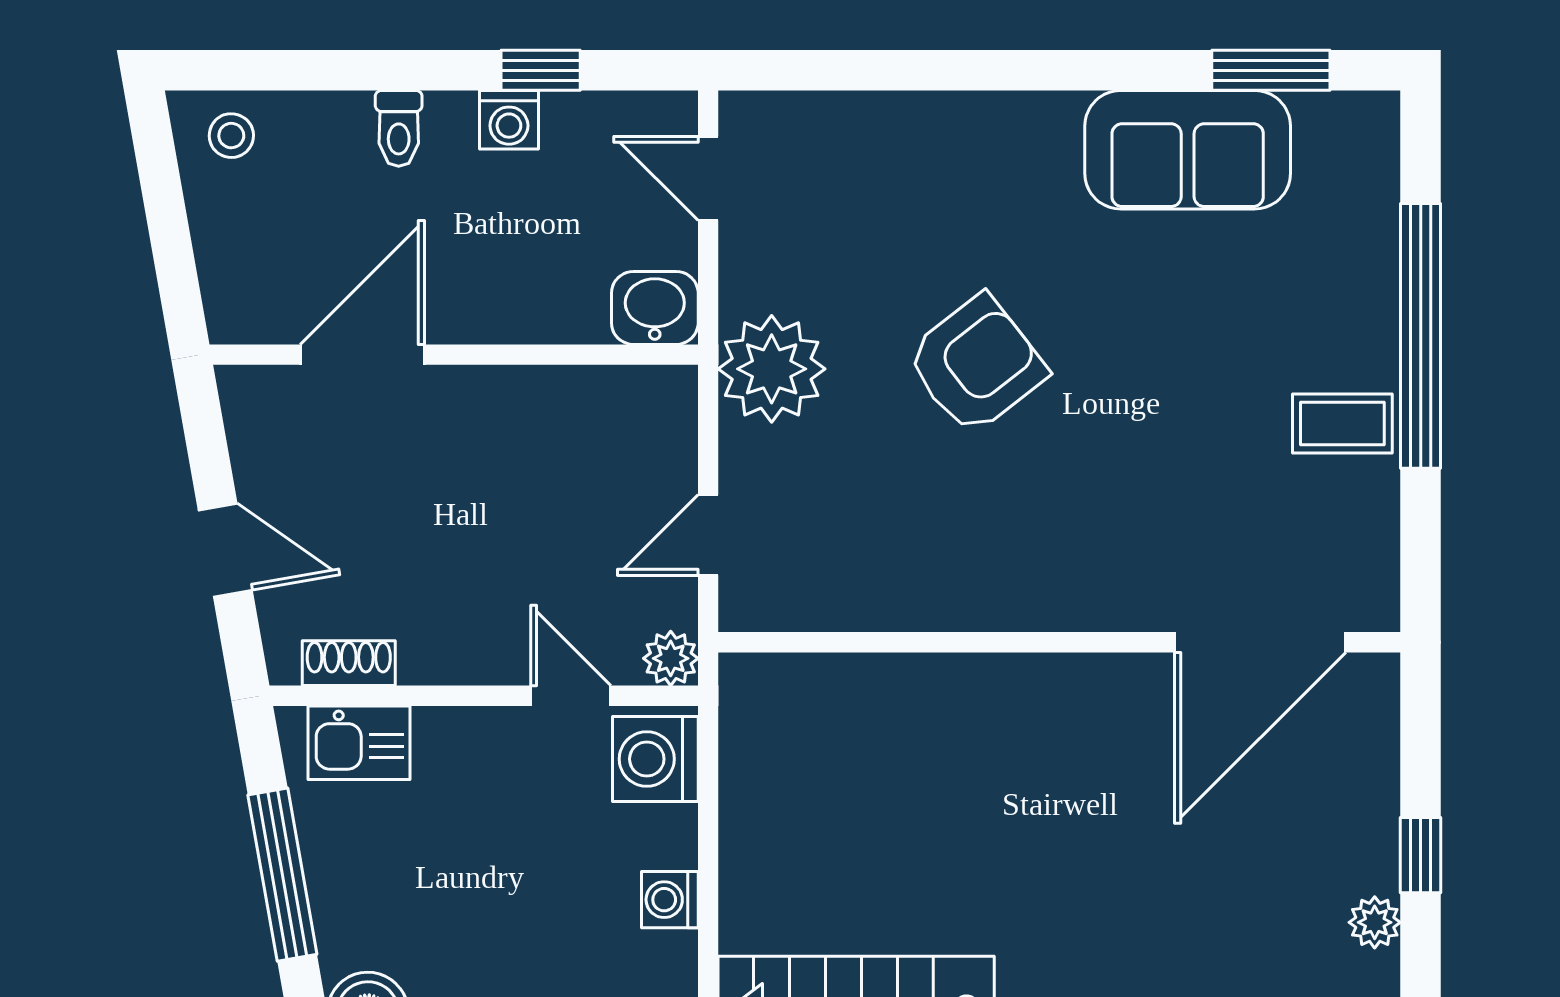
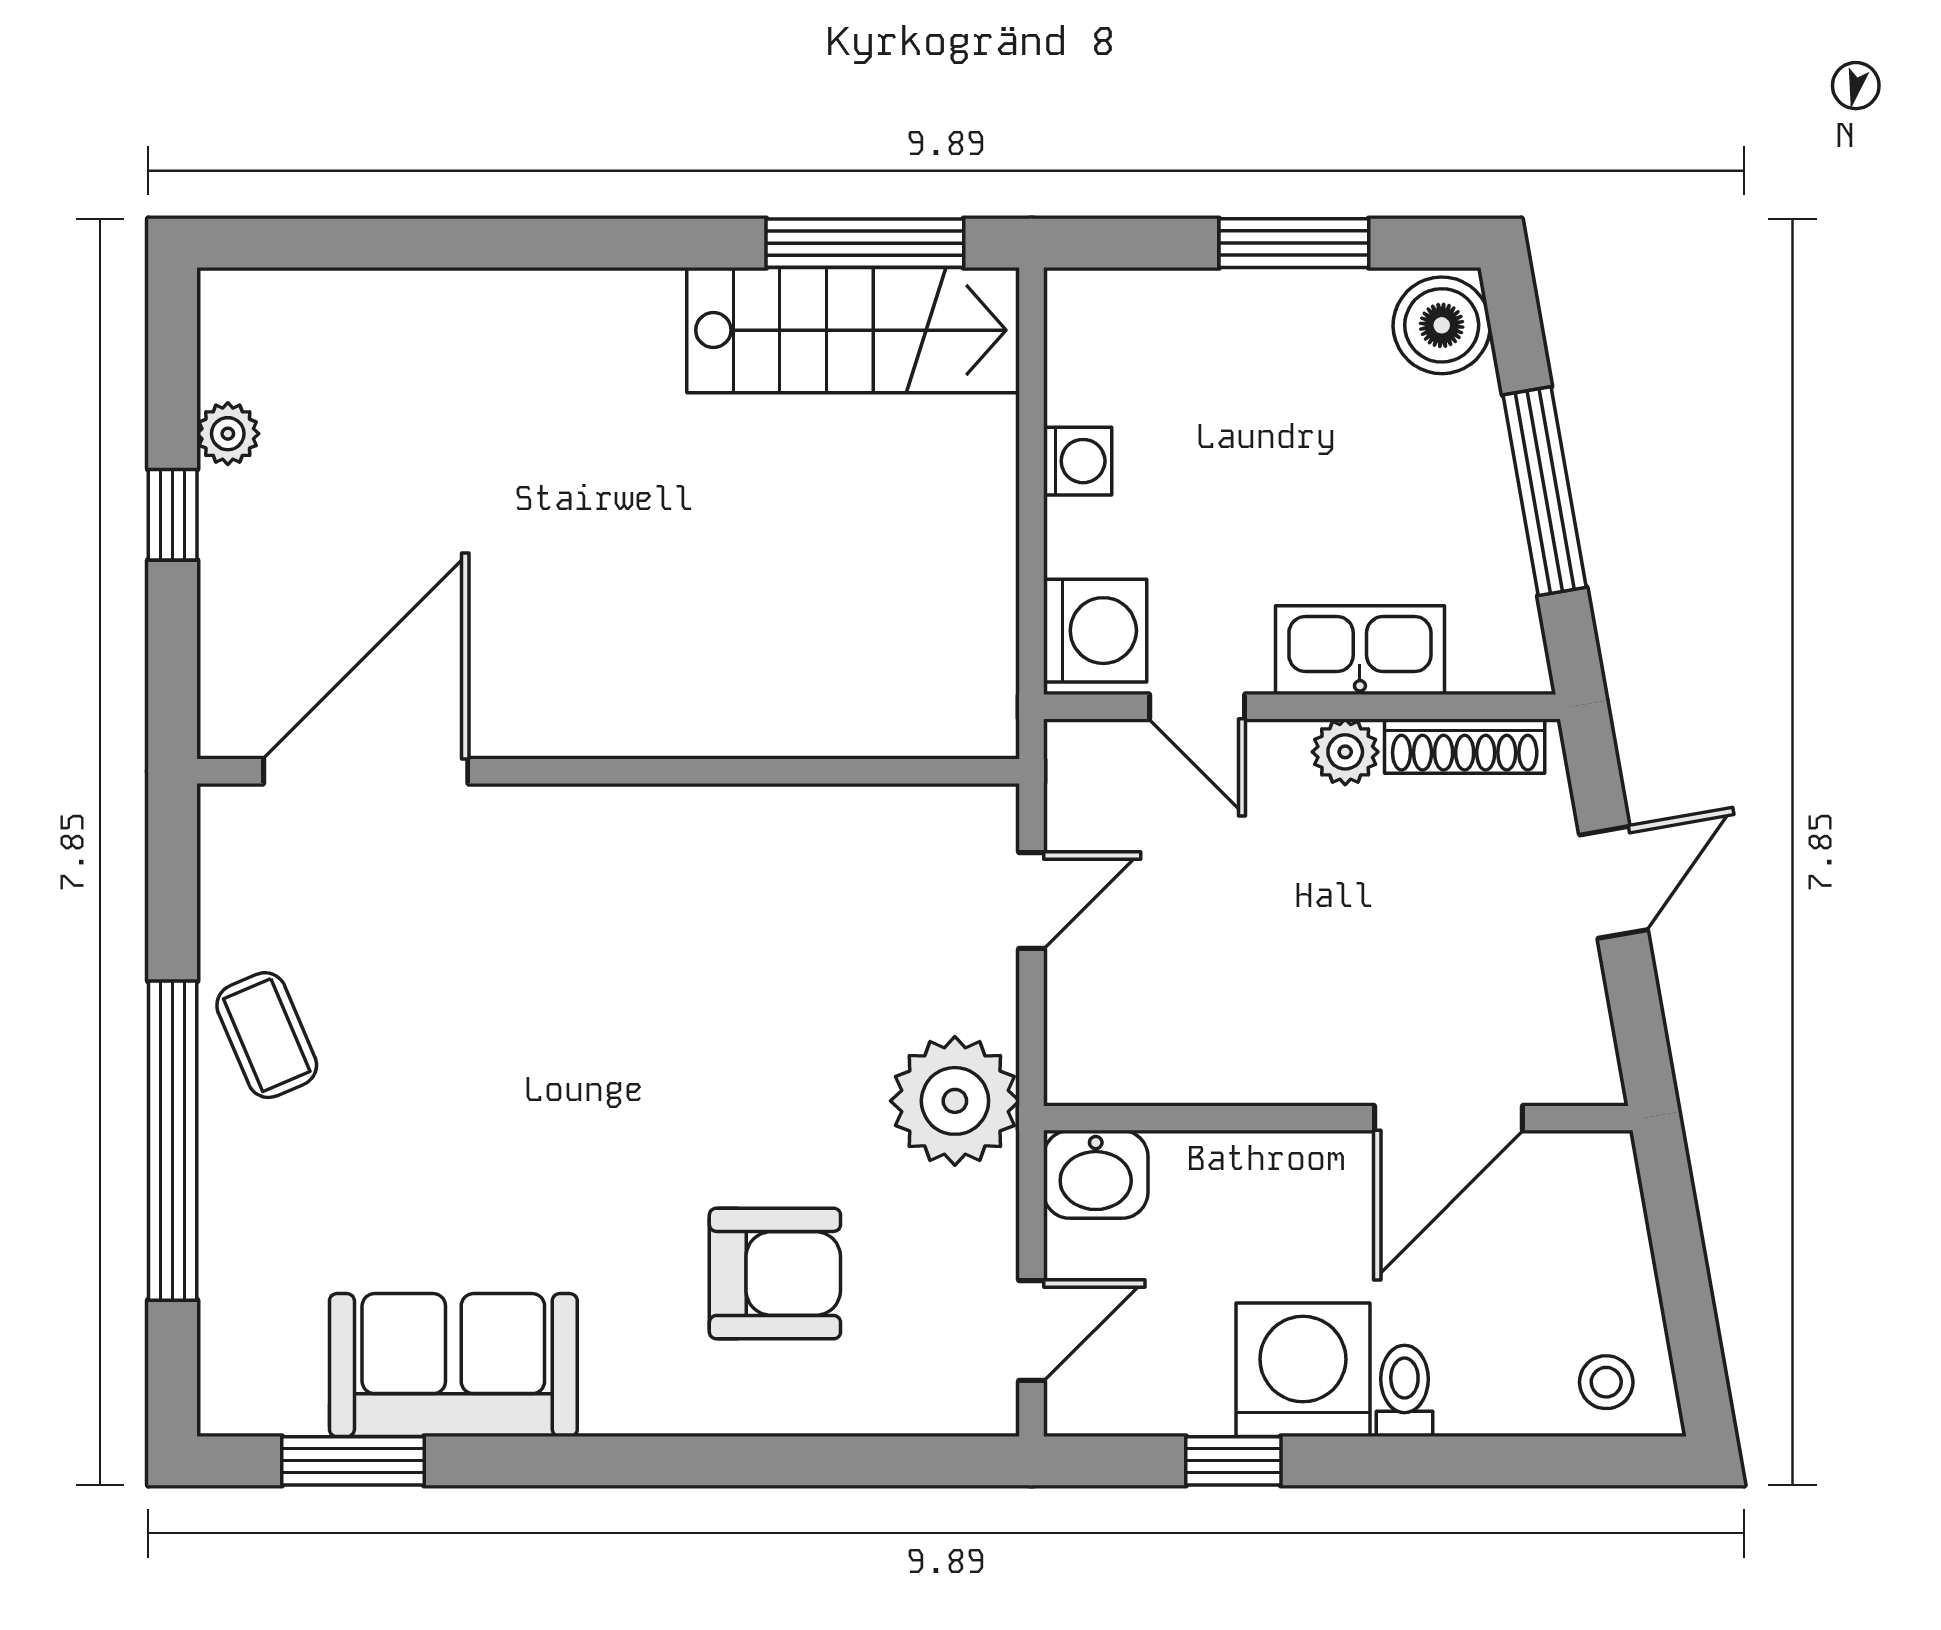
washing machine: (509, 120) -> (1303, 1370), width x1.89, depth x1.89
door: (708, 178) -> (1031, 1331), hinge flipped
armchair: (976, 365) -> (775, 1273), moved, turned -142
coffee table: (1342, 423) -> (267, 1035), turned 67
door: (225, 550) -> (1613, 882), swing flipped
plant: (671, 658) -> (1345, 752), moved
shoe rack: (349, 663) -> (1465, 746), width x1.43
kitchen sink: (359, 743) -> (1360, 650), moved, width x1.38

